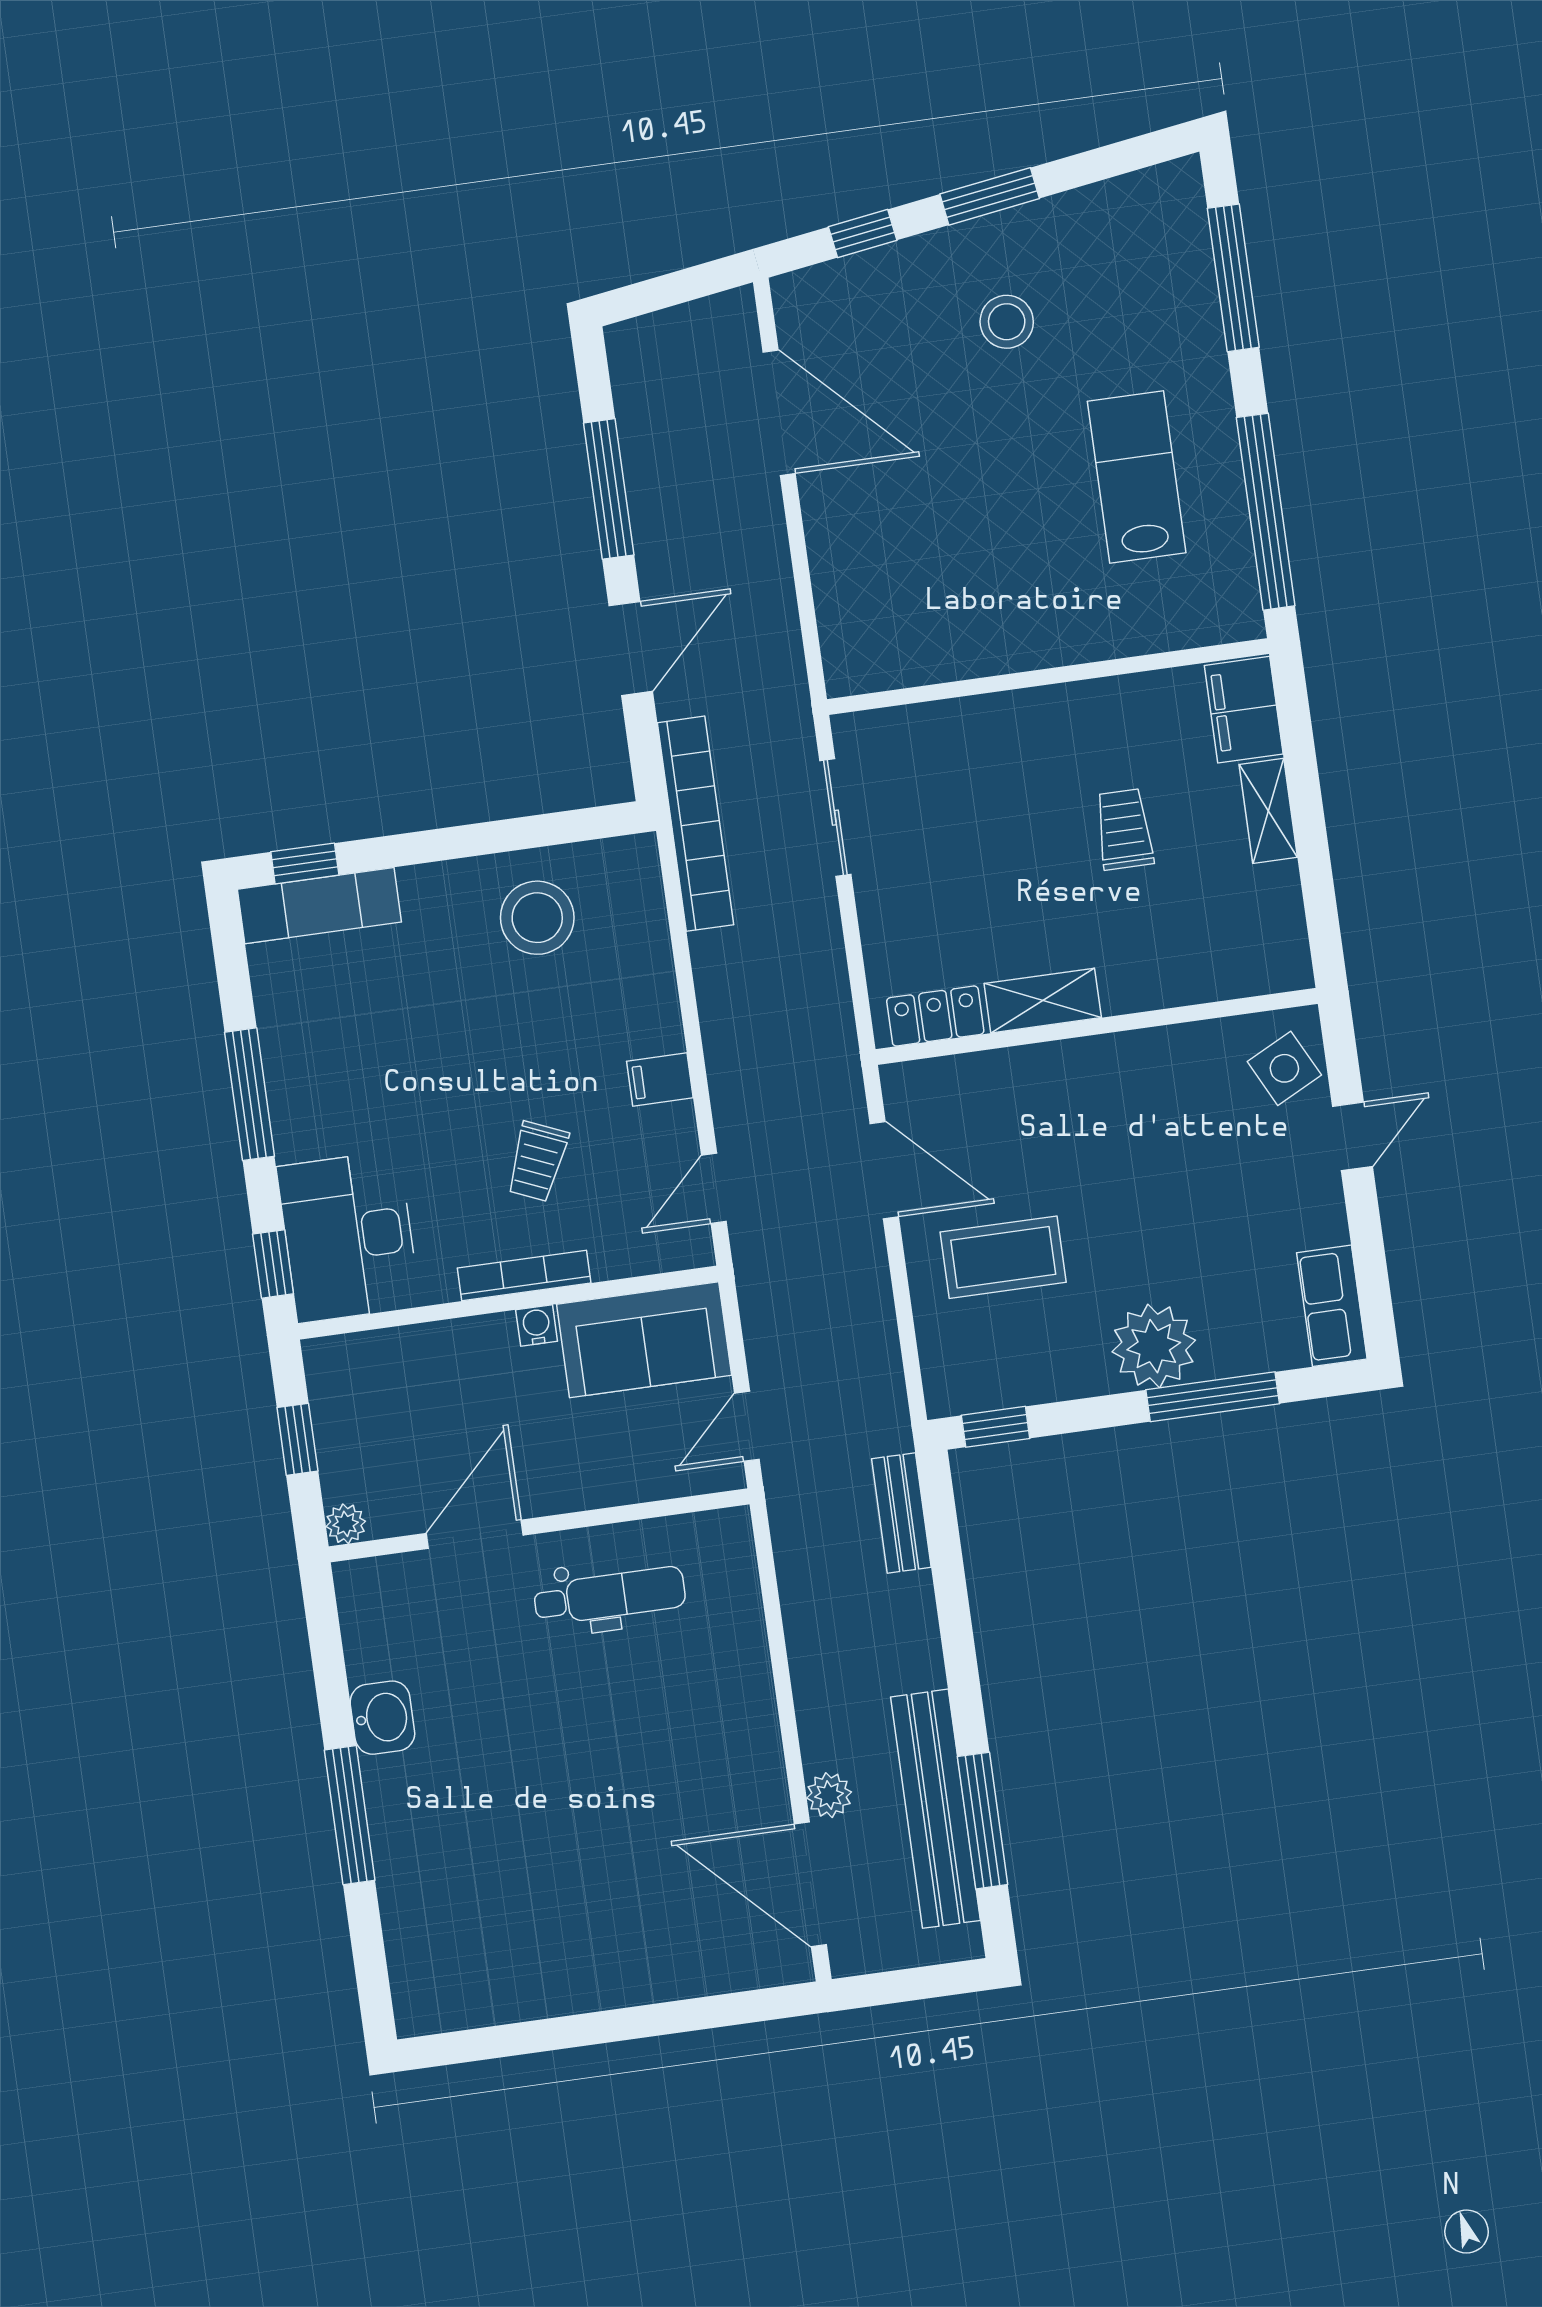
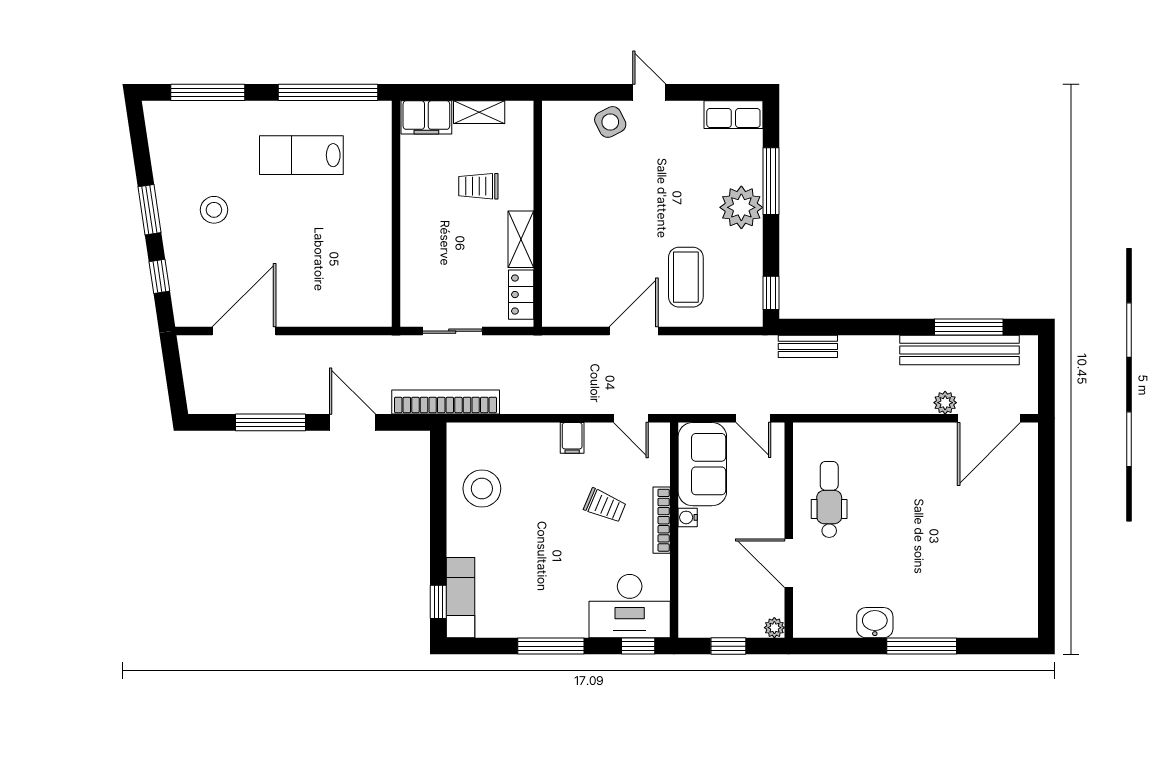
shelving: (1043, 1001) -> (521, 239), moved
locker: (935, 1016) -> (521, 295), moved
wall: (1097, 1026) -> (538, 214), moved

